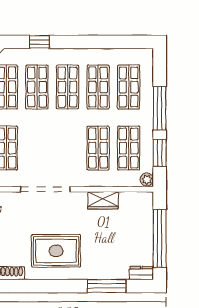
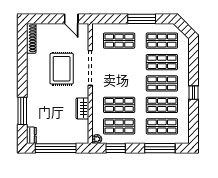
window: (39, 42) -> (194, 93), moved
window: (160, 108) -> (160, 148), moved
rug: (56, 251) -> (62, 69), moved

